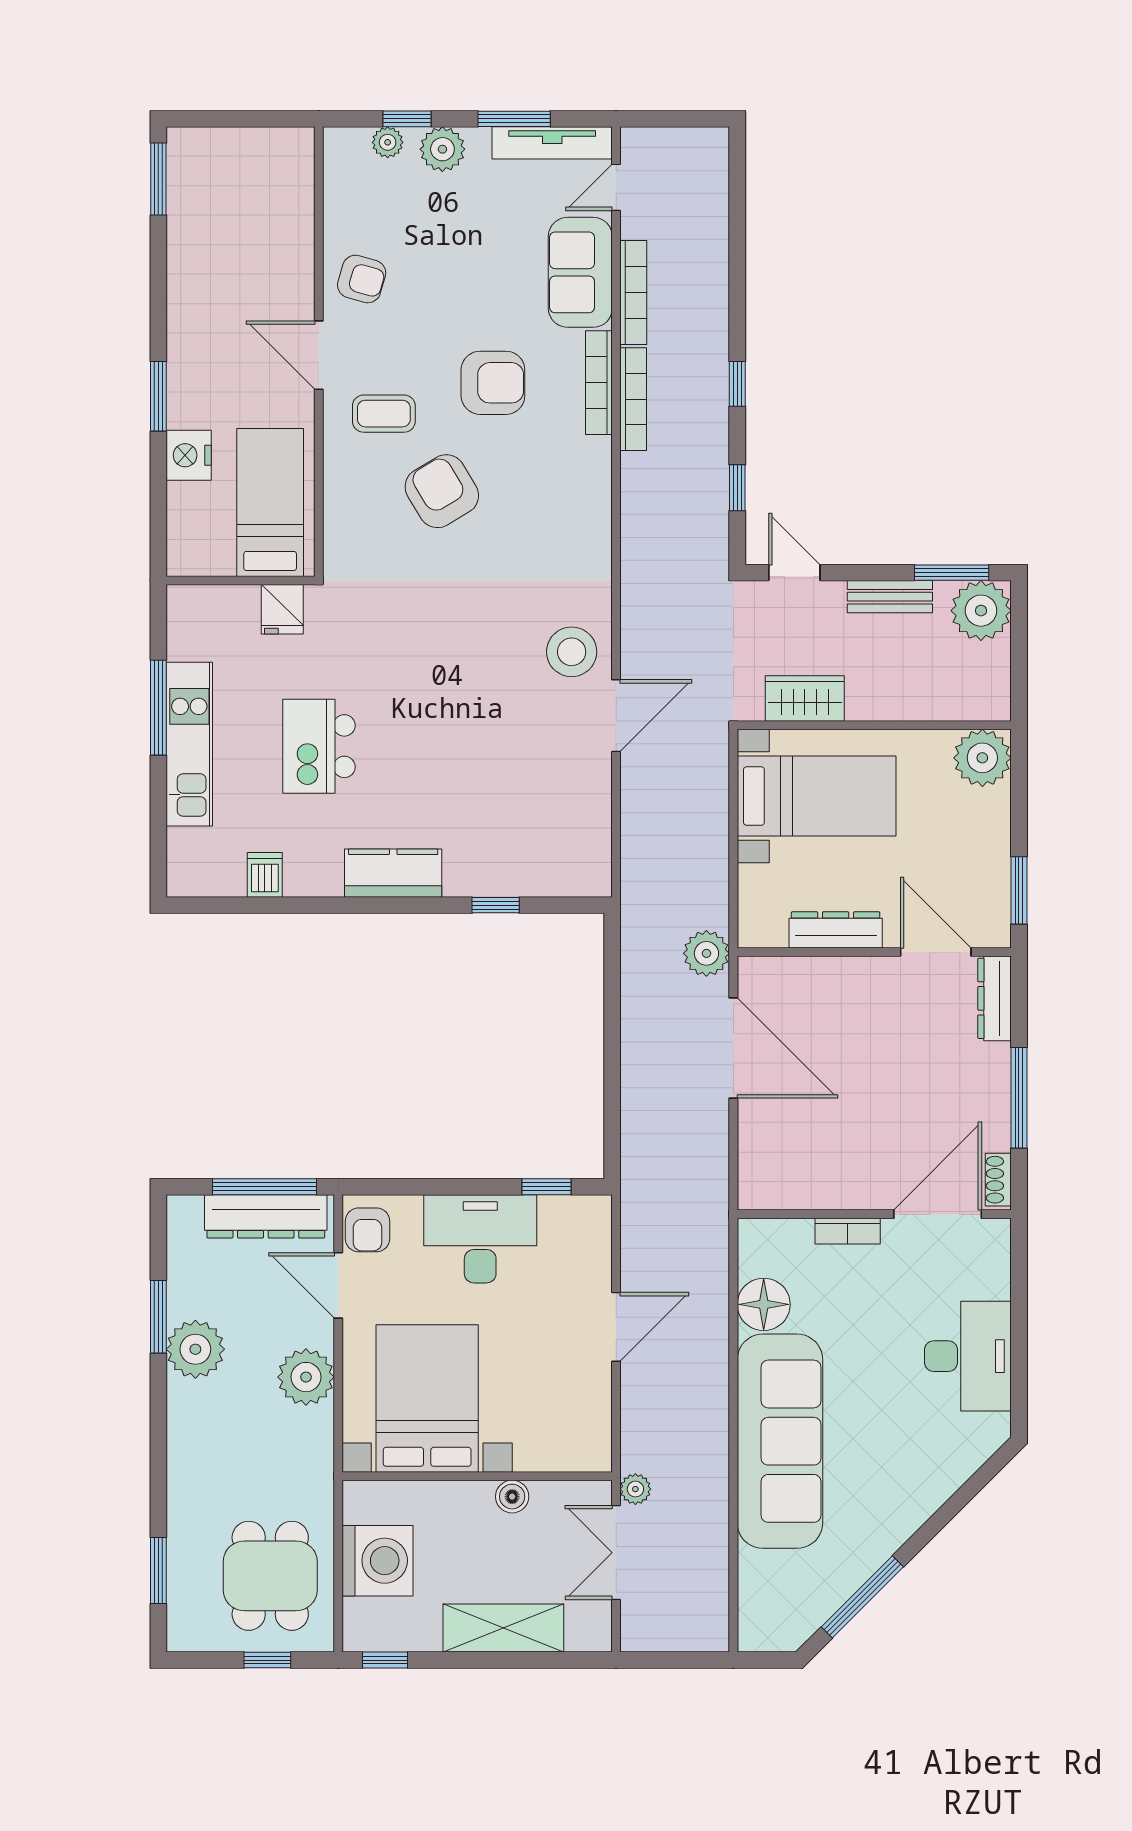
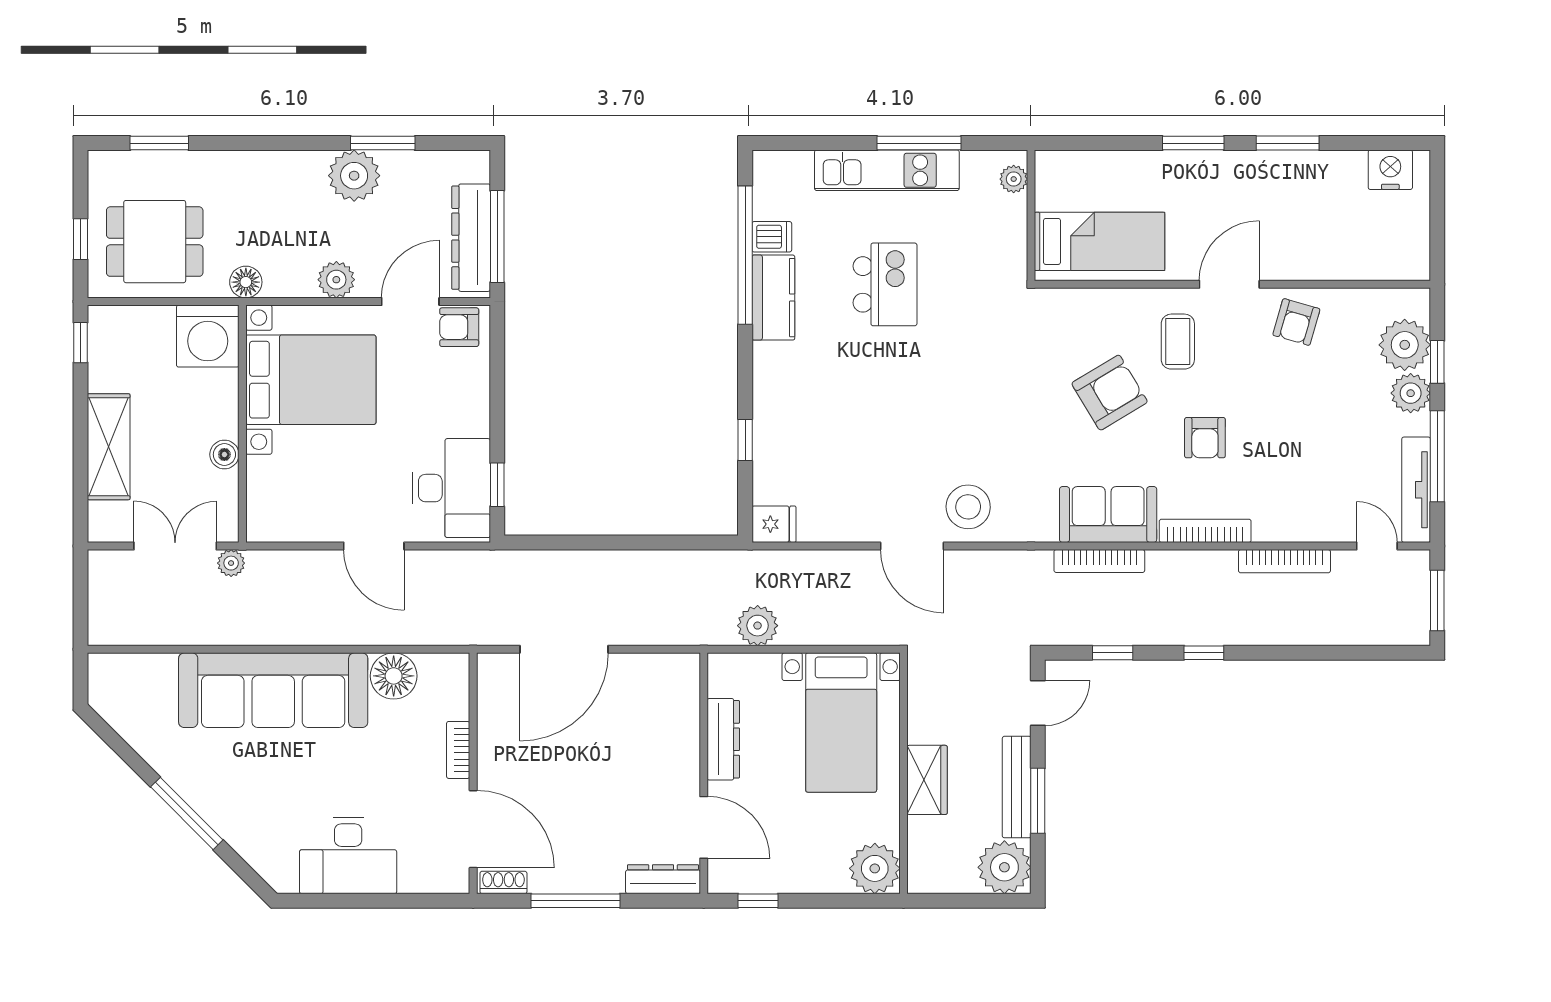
window: (514, 119) -> (1437, 456), width x1.44
window: (678, 119) -> (1437, 600), added
plant: (388, 142) -> (1405, 345), width x1.88, depth x1.88
window: (158, 179) -> (1288, 143), moved
sofa: (580, 272) -> (1108, 514), moved
armchair: (493, 383) -> (1205, 438), width x0.72, depth x0.72
bookcase: (633, 399) -> (1099, 561), moved
nightstand: (189, 455) -> (1390, 170), moved
window: (952, 573) -> (1038, 801), moved
bench: (890, 597) -> (1017, 787), width x1.36
plant: (199, 600) -> (1014, 179), added
fridge: (282, 609) -> (774, 524), moved, turned 180
wardrobe: (805, 698) -> (927, 780), moved
kitchen island: (319, 746) -> (885, 284), turned 90
kitchen counter: (393, 873) -> (773, 298), moved
window: (1019, 890) -> (758, 901), width x0.67
window: (286, 905) -> (745, 255), added
door: (936, 952) -> (704, 827), hinge flipped
plant: (706, 953) -> (758, 626), moved
door: (733, 1048) -> (564, 649), moved
desk: (480, 1239) -> (451, 488), moved
plant: (306, 1377) -> (336, 280), width x0.73, depth x0.73
floor lamp: (316, 1472) -> (246, 282), added
washing machine: (378, 1561) -> (208, 336), moved
window: (862, 1597) -> (187, 813), moved

